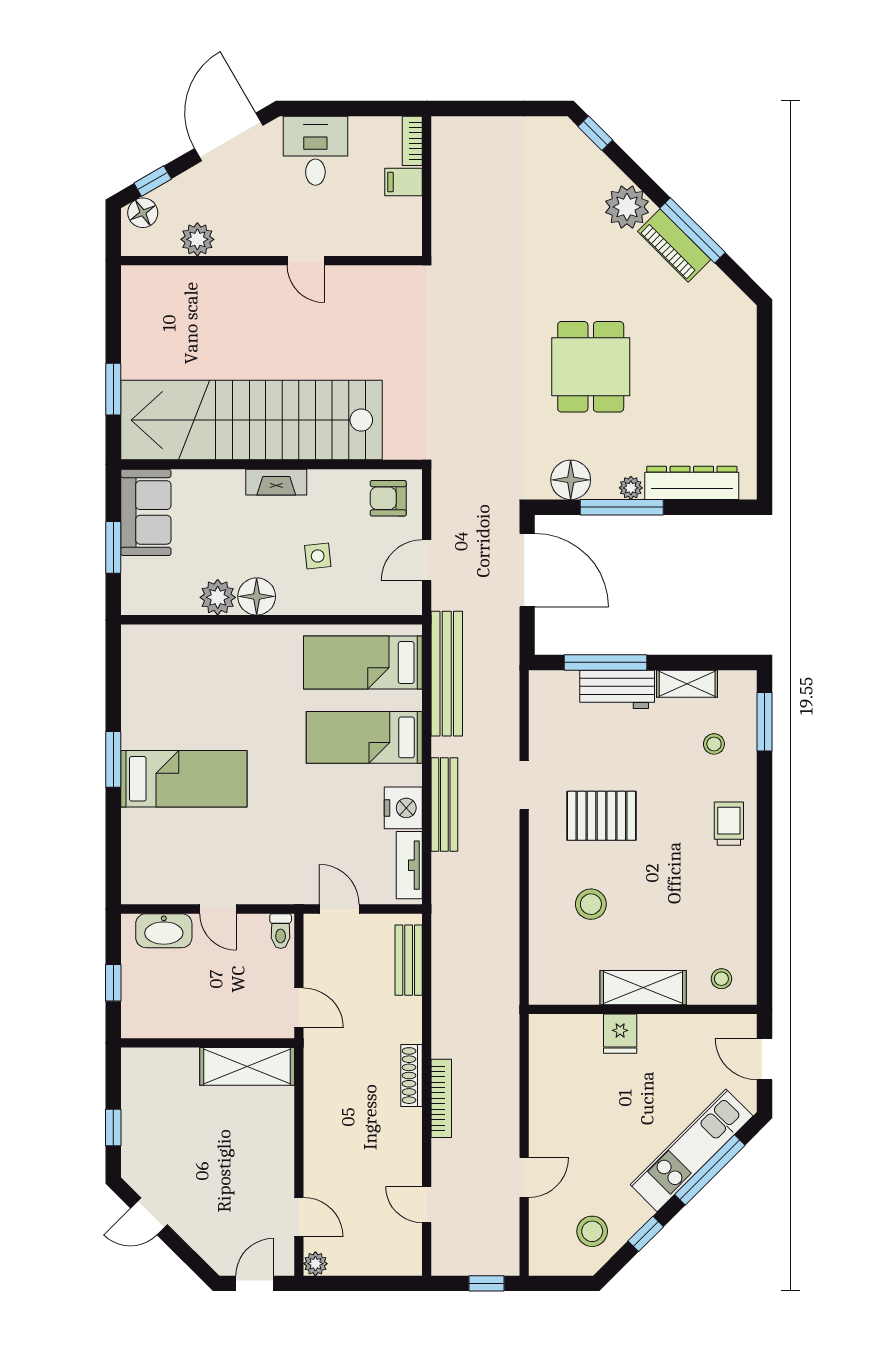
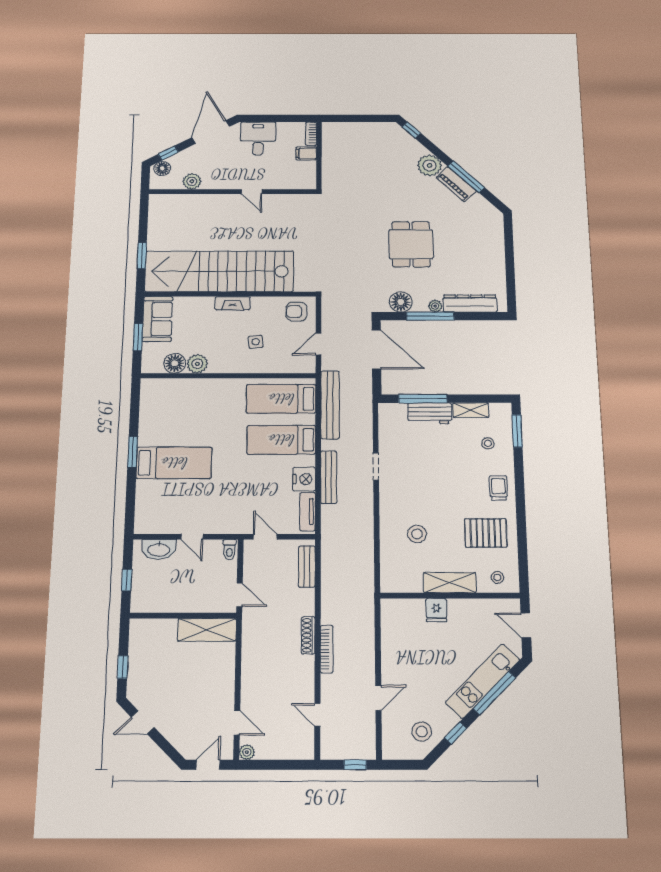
floor lamp: (257, 596) -> (175, 363), moved
pallet: (601, 816) -> (486, 533), moved

